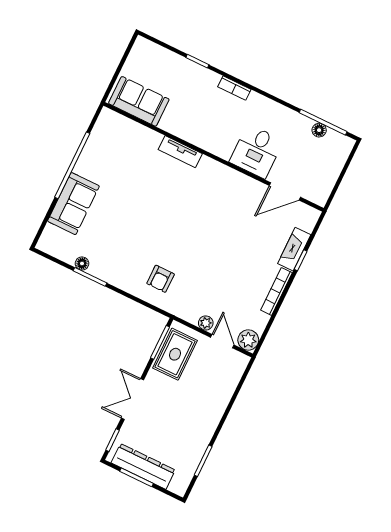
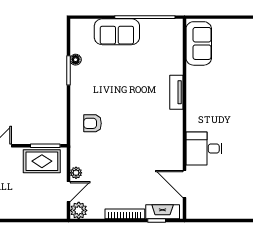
sofa: (139, 101) -> (199, 43), moved
desk: (256, 151) -> (204, 149), moved
tv unit: (180, 152) -> (176, 92), moved
wall: (214, 157) -> (185, 119), moved
door: (285, 191) -> (185, 184), moved

